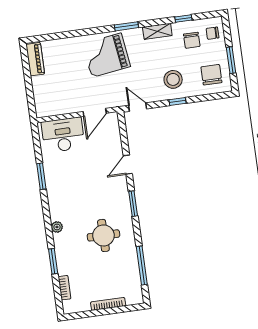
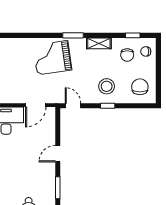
window: (183, 18) -> (133, 35), moved
window: (231, 60) -> (158, 77), removed

